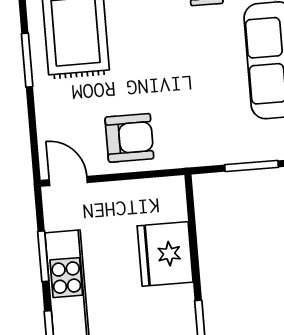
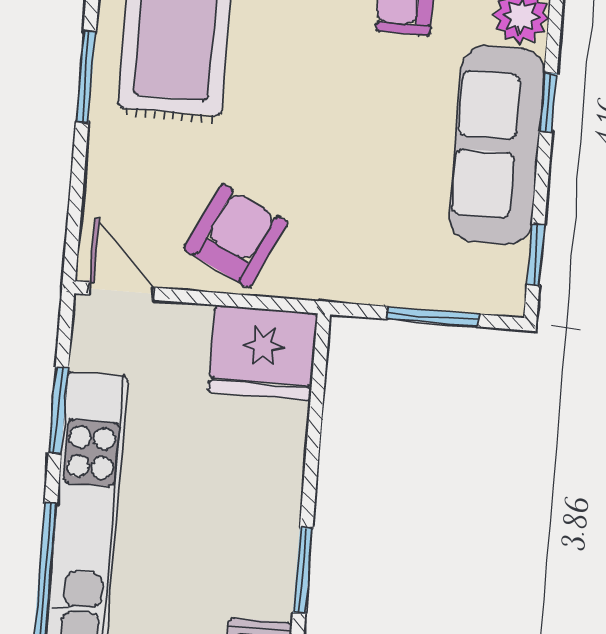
armchair: (129, 138) -> (236, 236), turned -64
fridge: (165, 254) -> (263, 353), moved, turned -90

